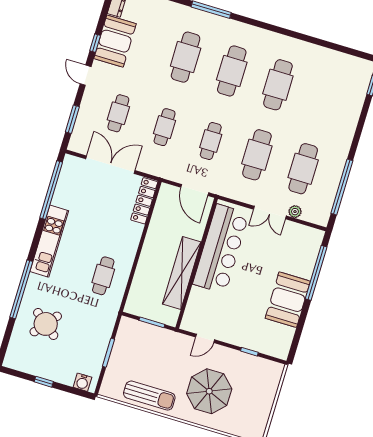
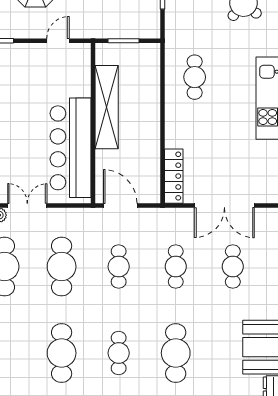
cafe table: (232, 71) -> (119, 353), width x0.73, depth x0.74

